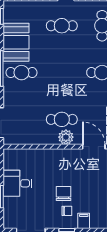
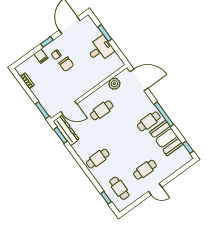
plant: (66, 137) -> (114, 84), moved

